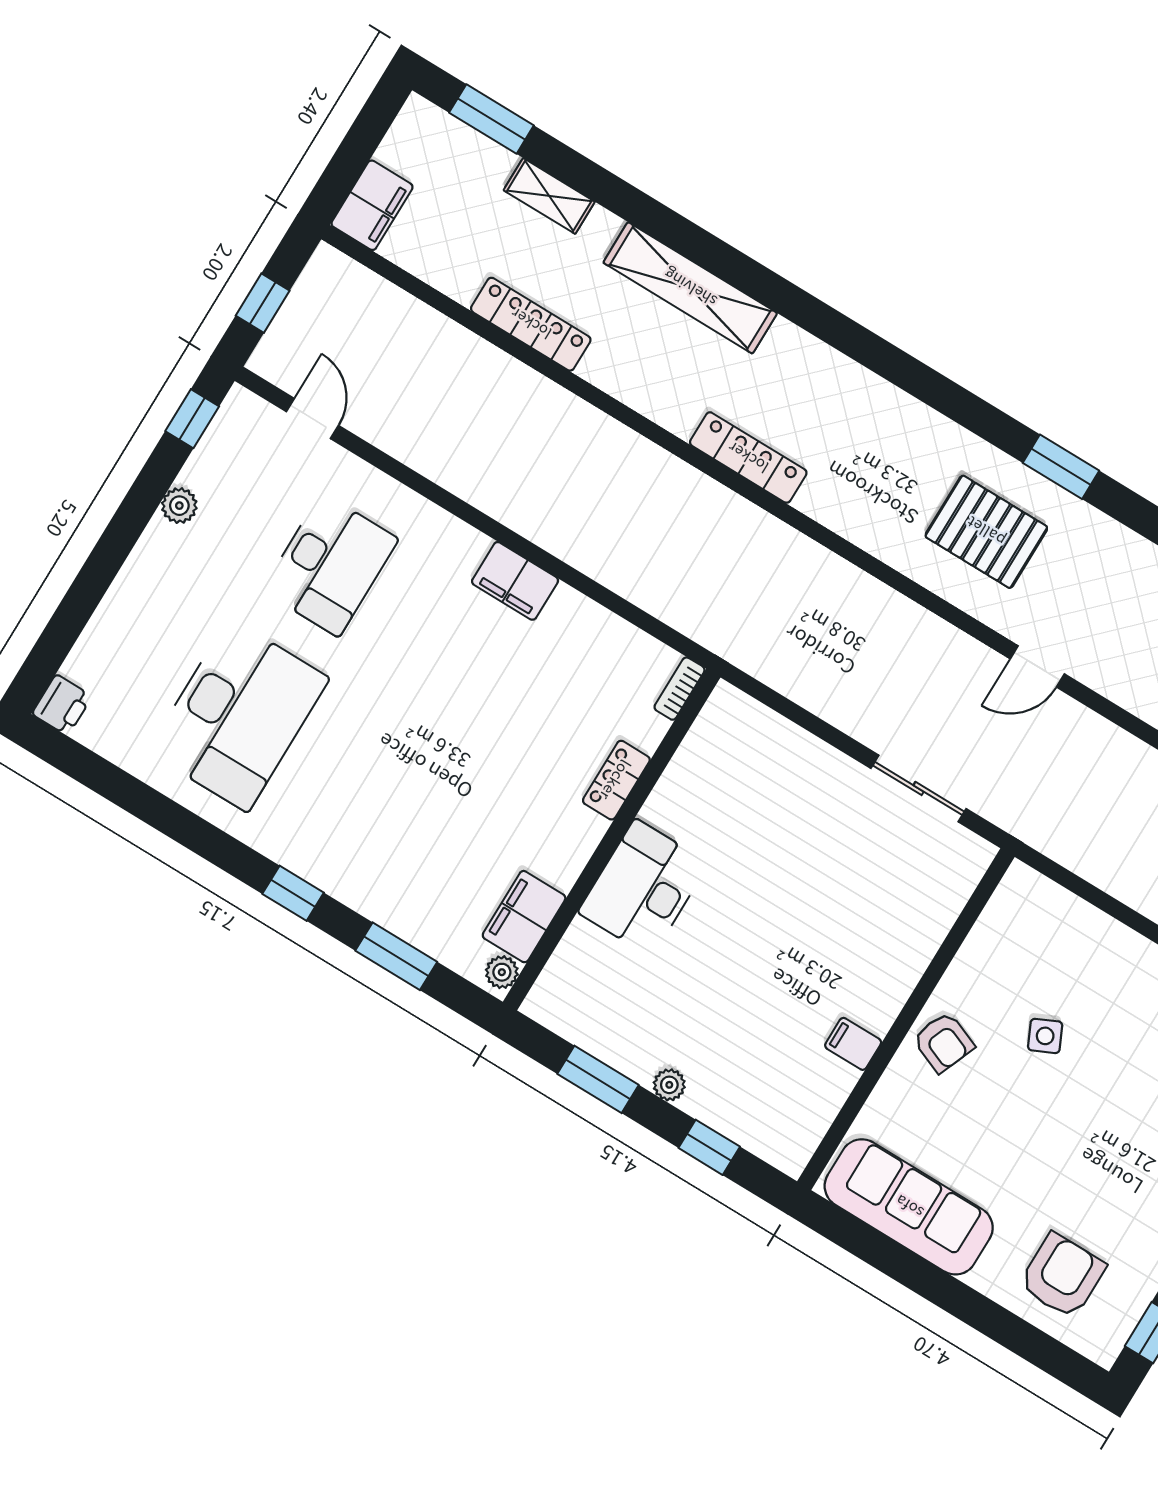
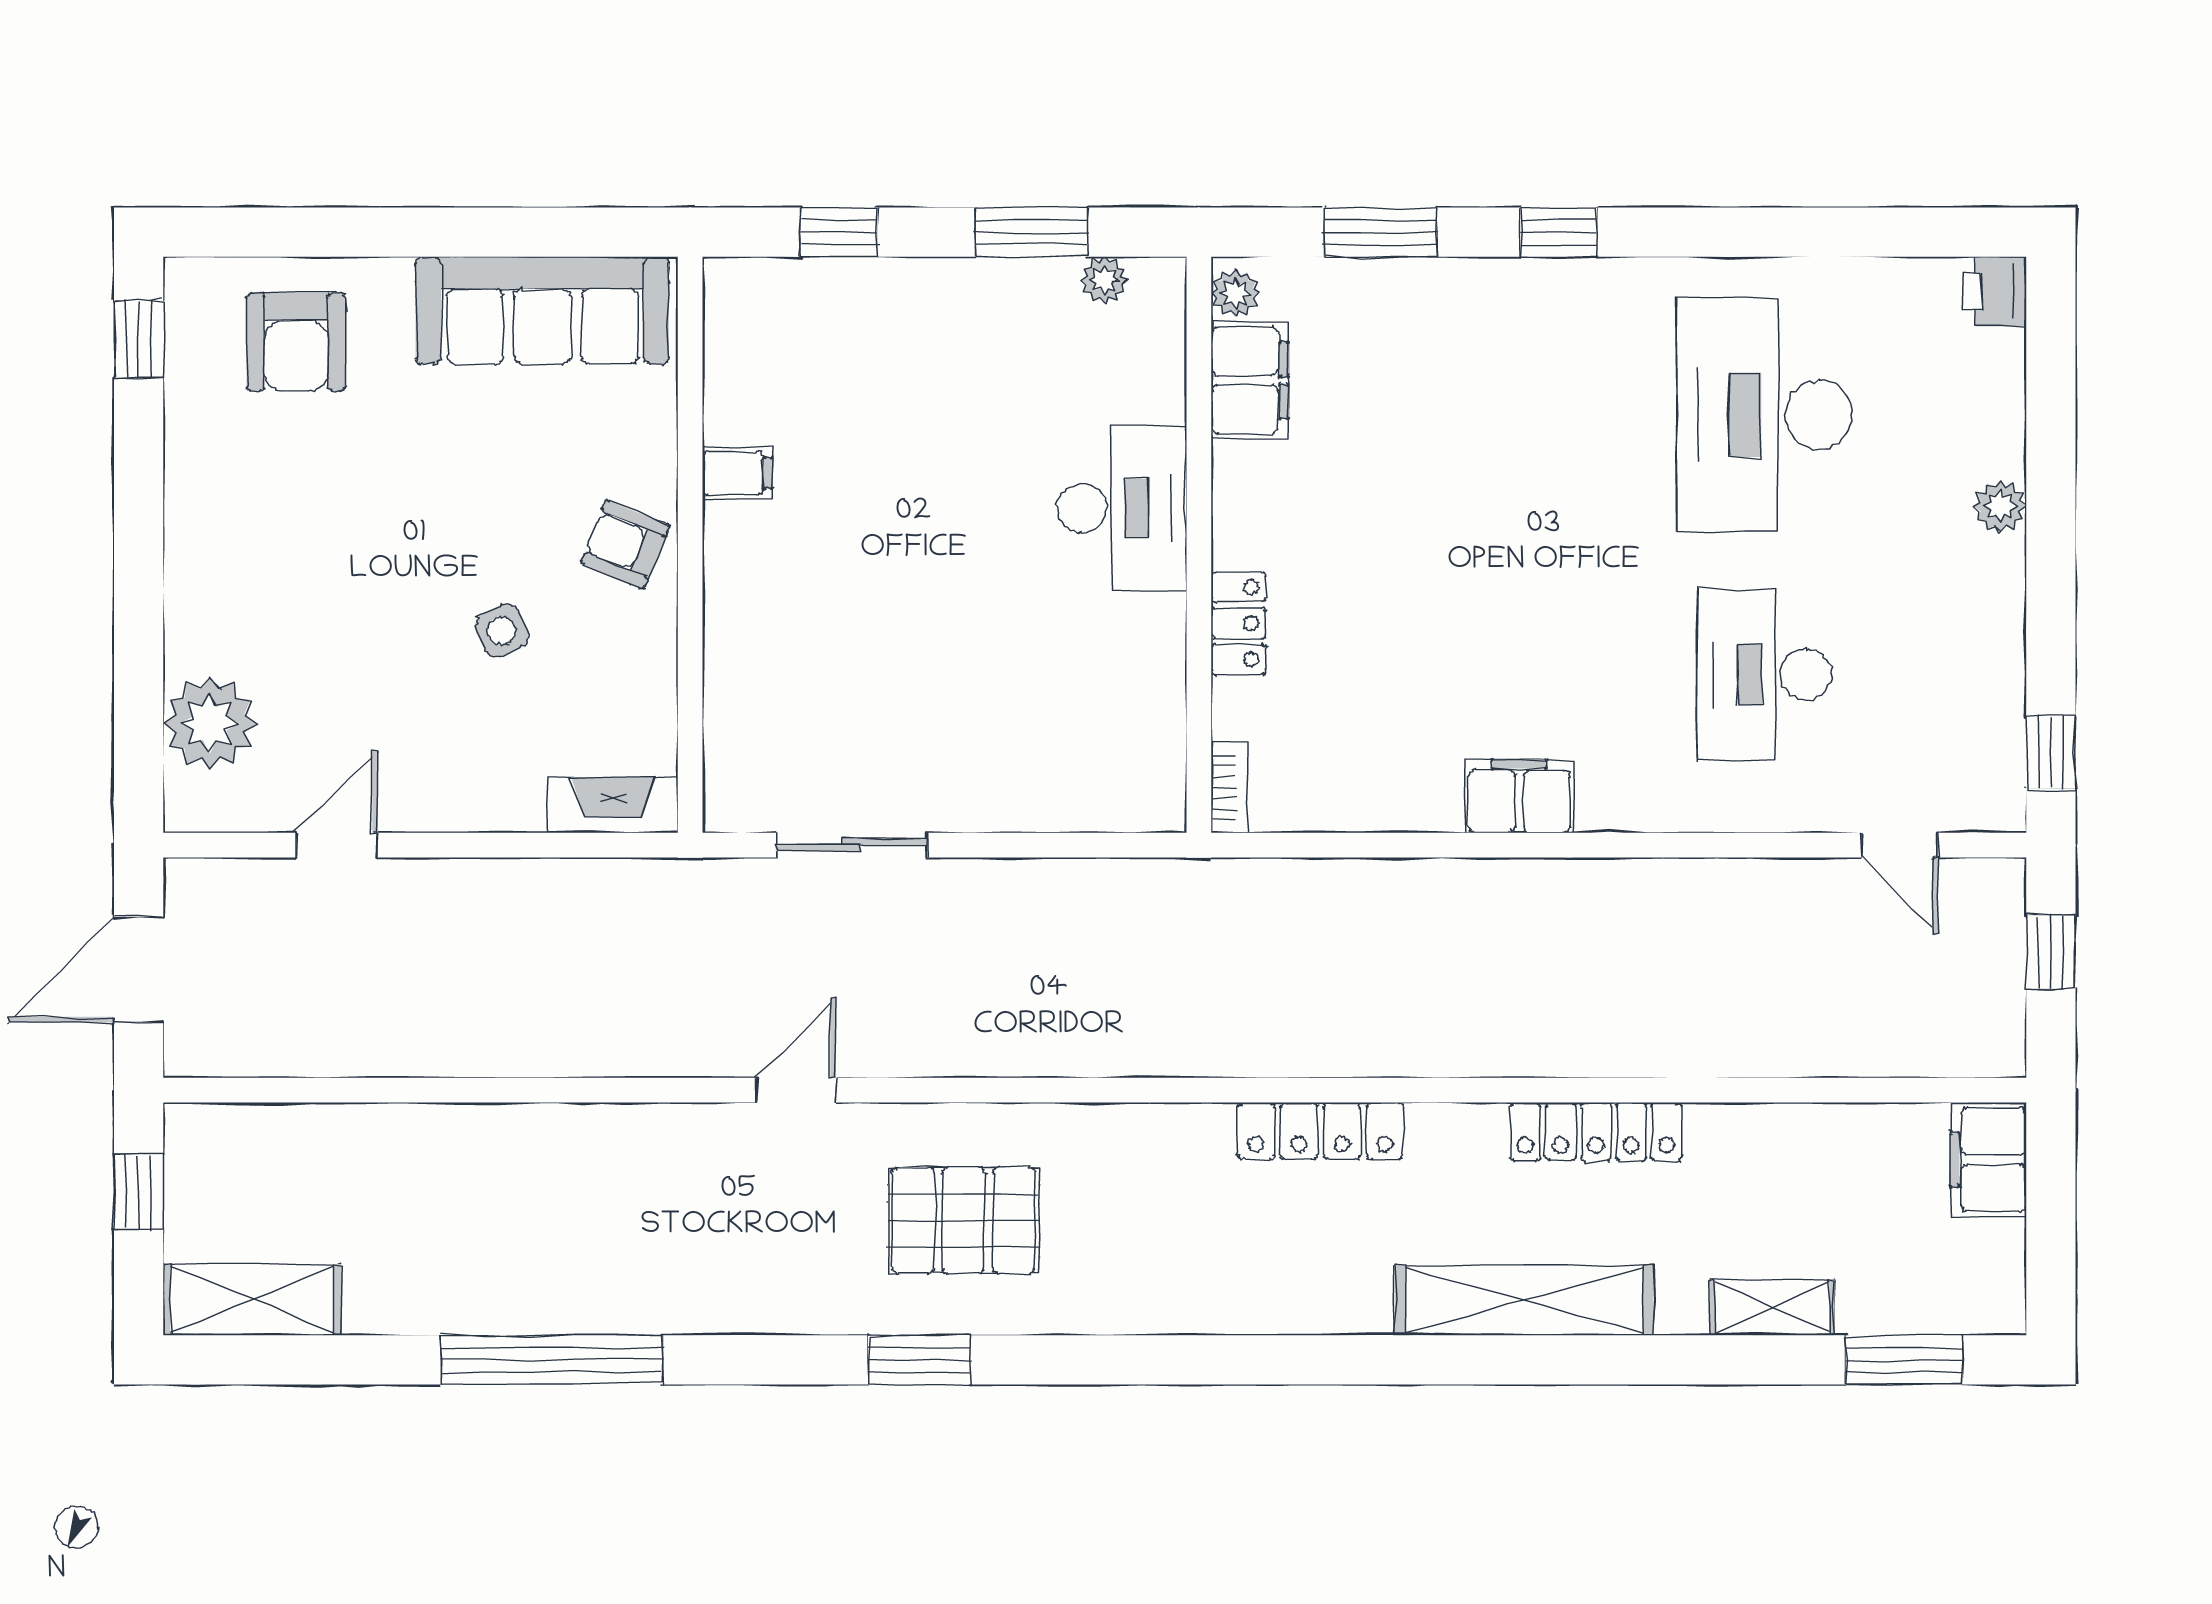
locker: (531, 324) -> (1596, 1132), moved
plant: (179, 506) -> (2000, 506), moved
fireplace: (1042, 896) -> (613, 805), added
plant: (669, 1085) -> (1104, 280), moved

